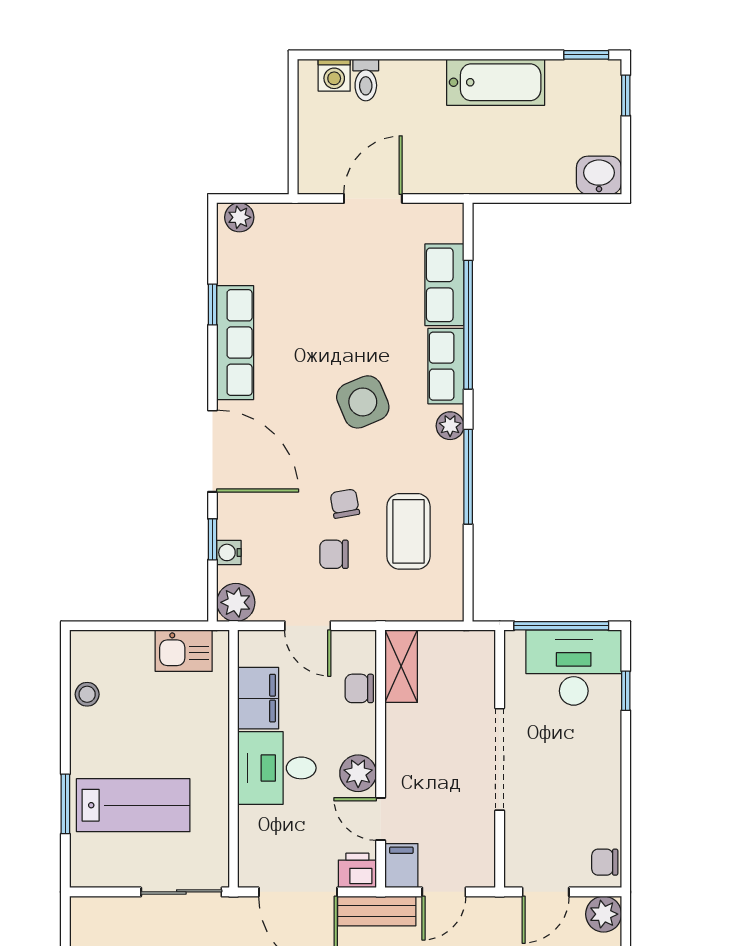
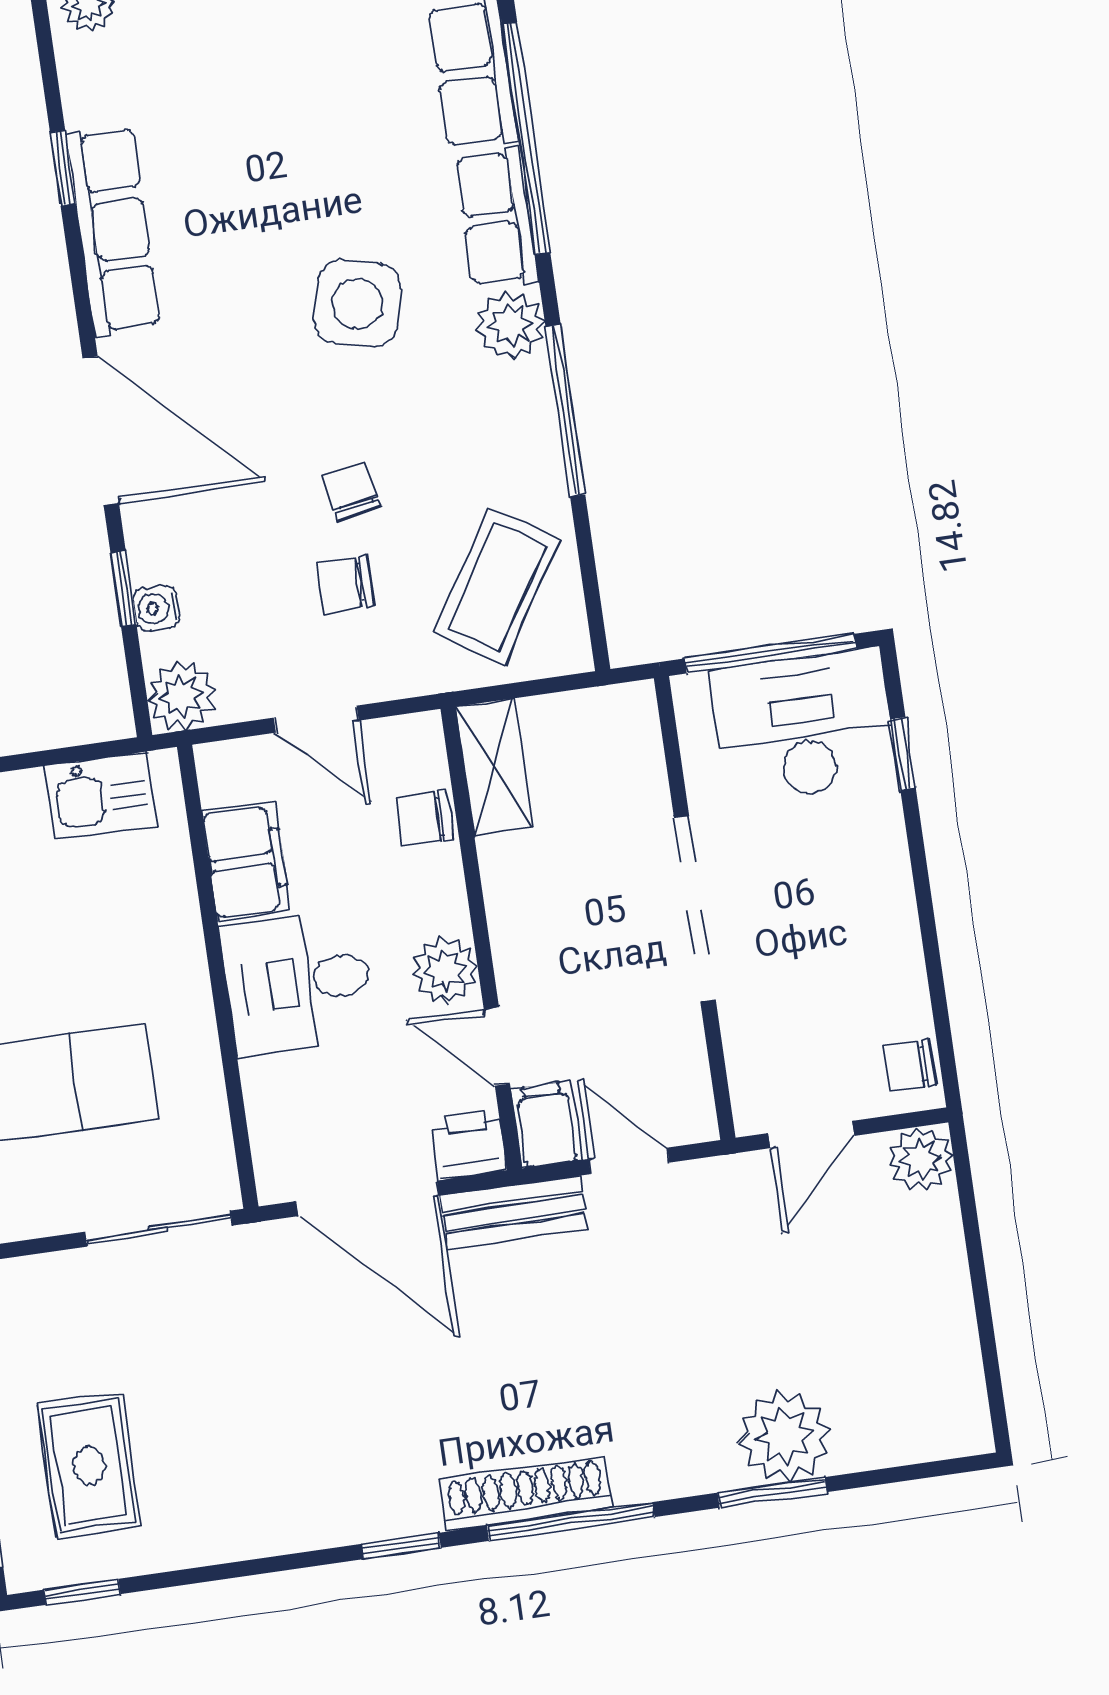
side table: (363, 402) -> (357, 304), turned 37
plant: (450, 426) -> (510, 325), width x1.38, depth x1.38
coffee table: (408, 531) -> (497, 587), moved, turned 32
door: (444, 892) -> (629, 1161), swing flipped

